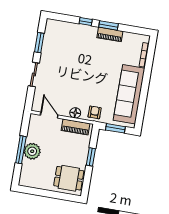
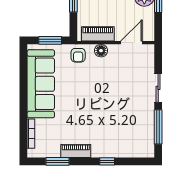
window: (109, 25) -> (58, 161), moved
window: (39, 43) -> (158, 127), width x1.44
door: (49, 115) -> (131, 43), swing flipped

